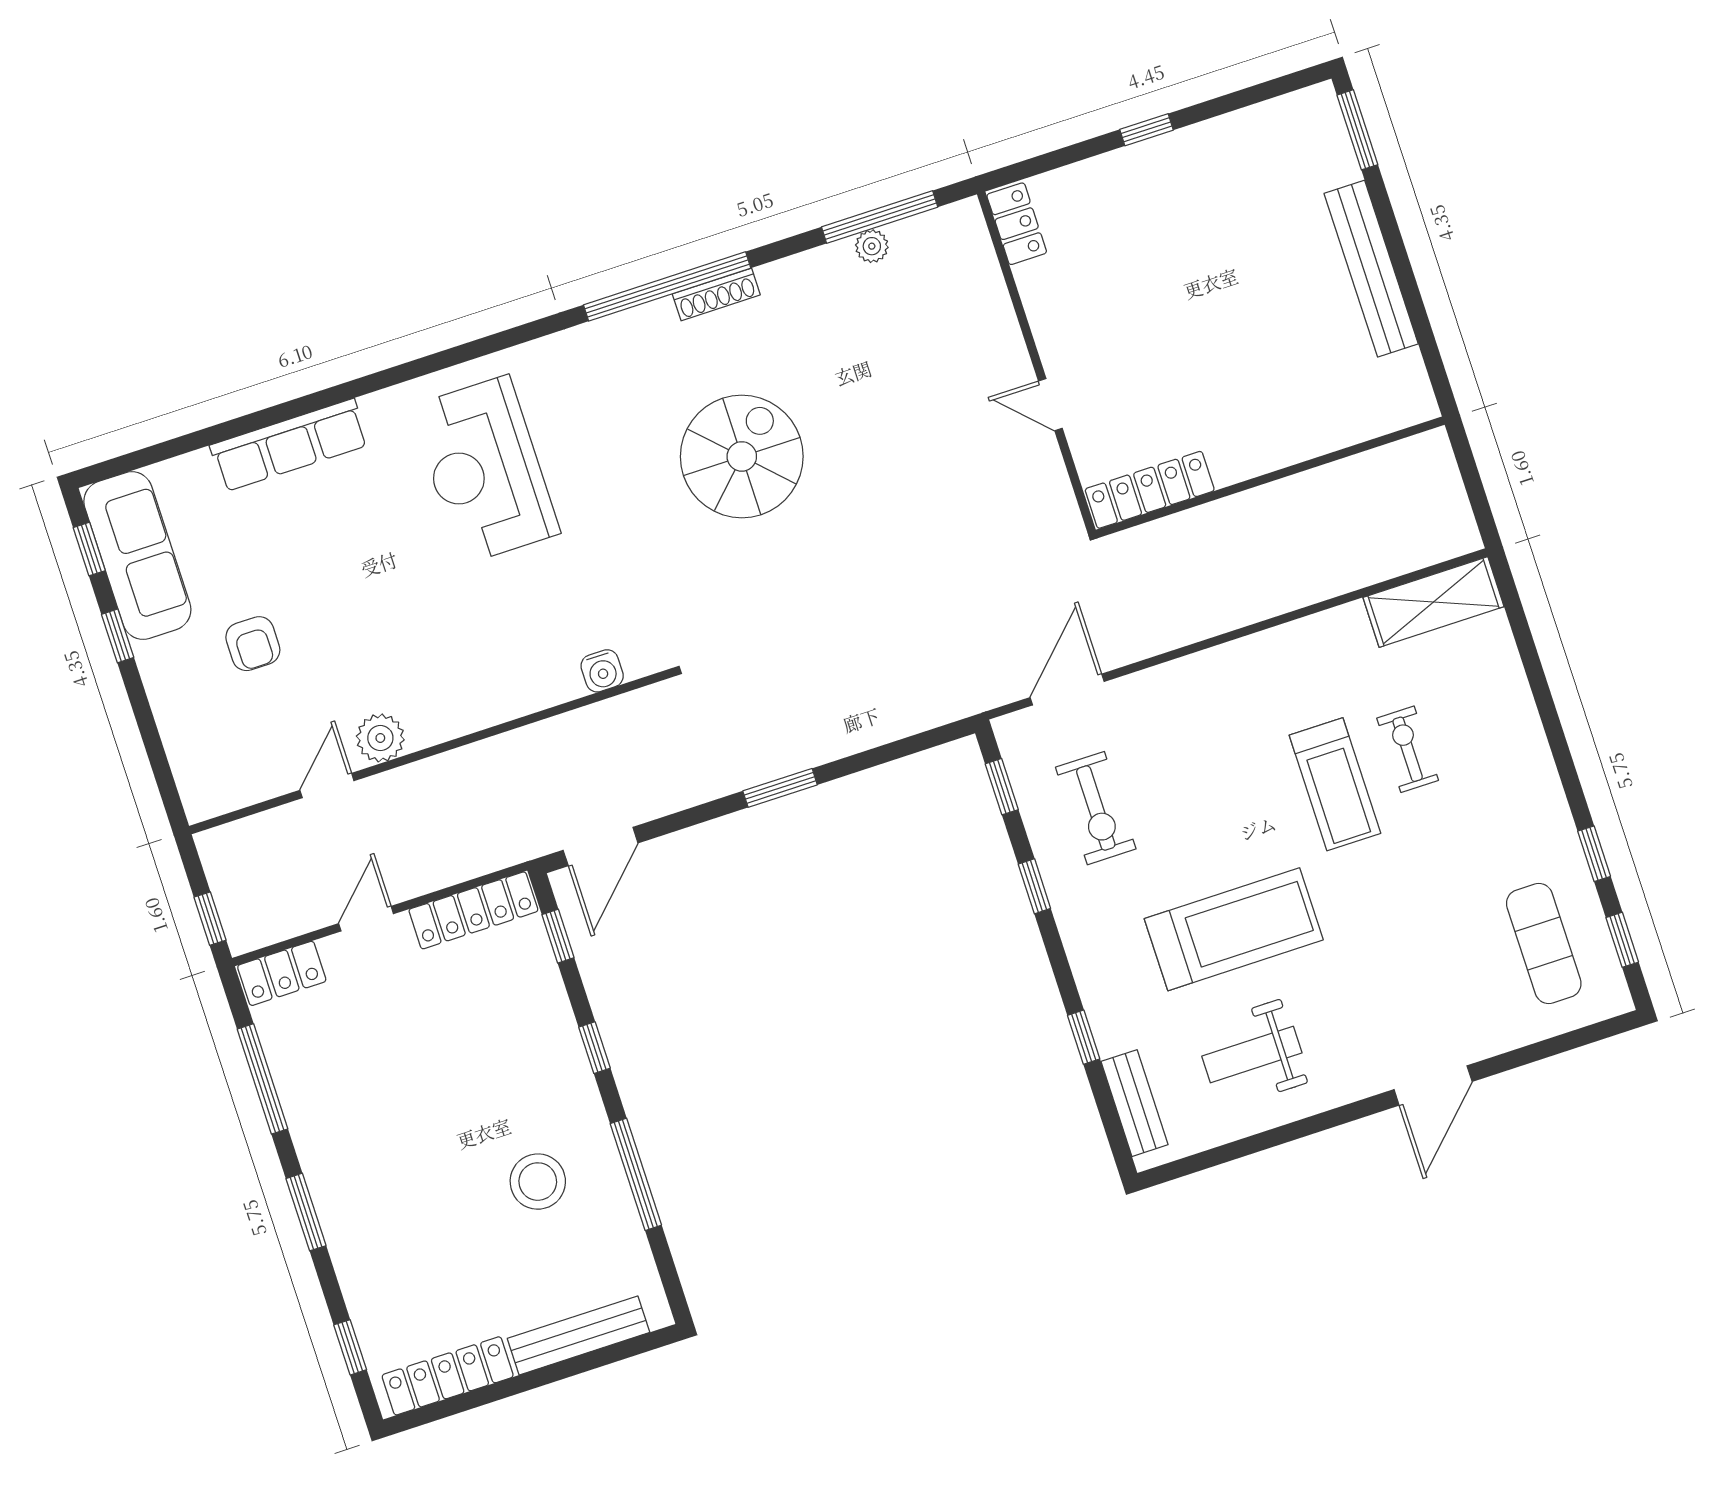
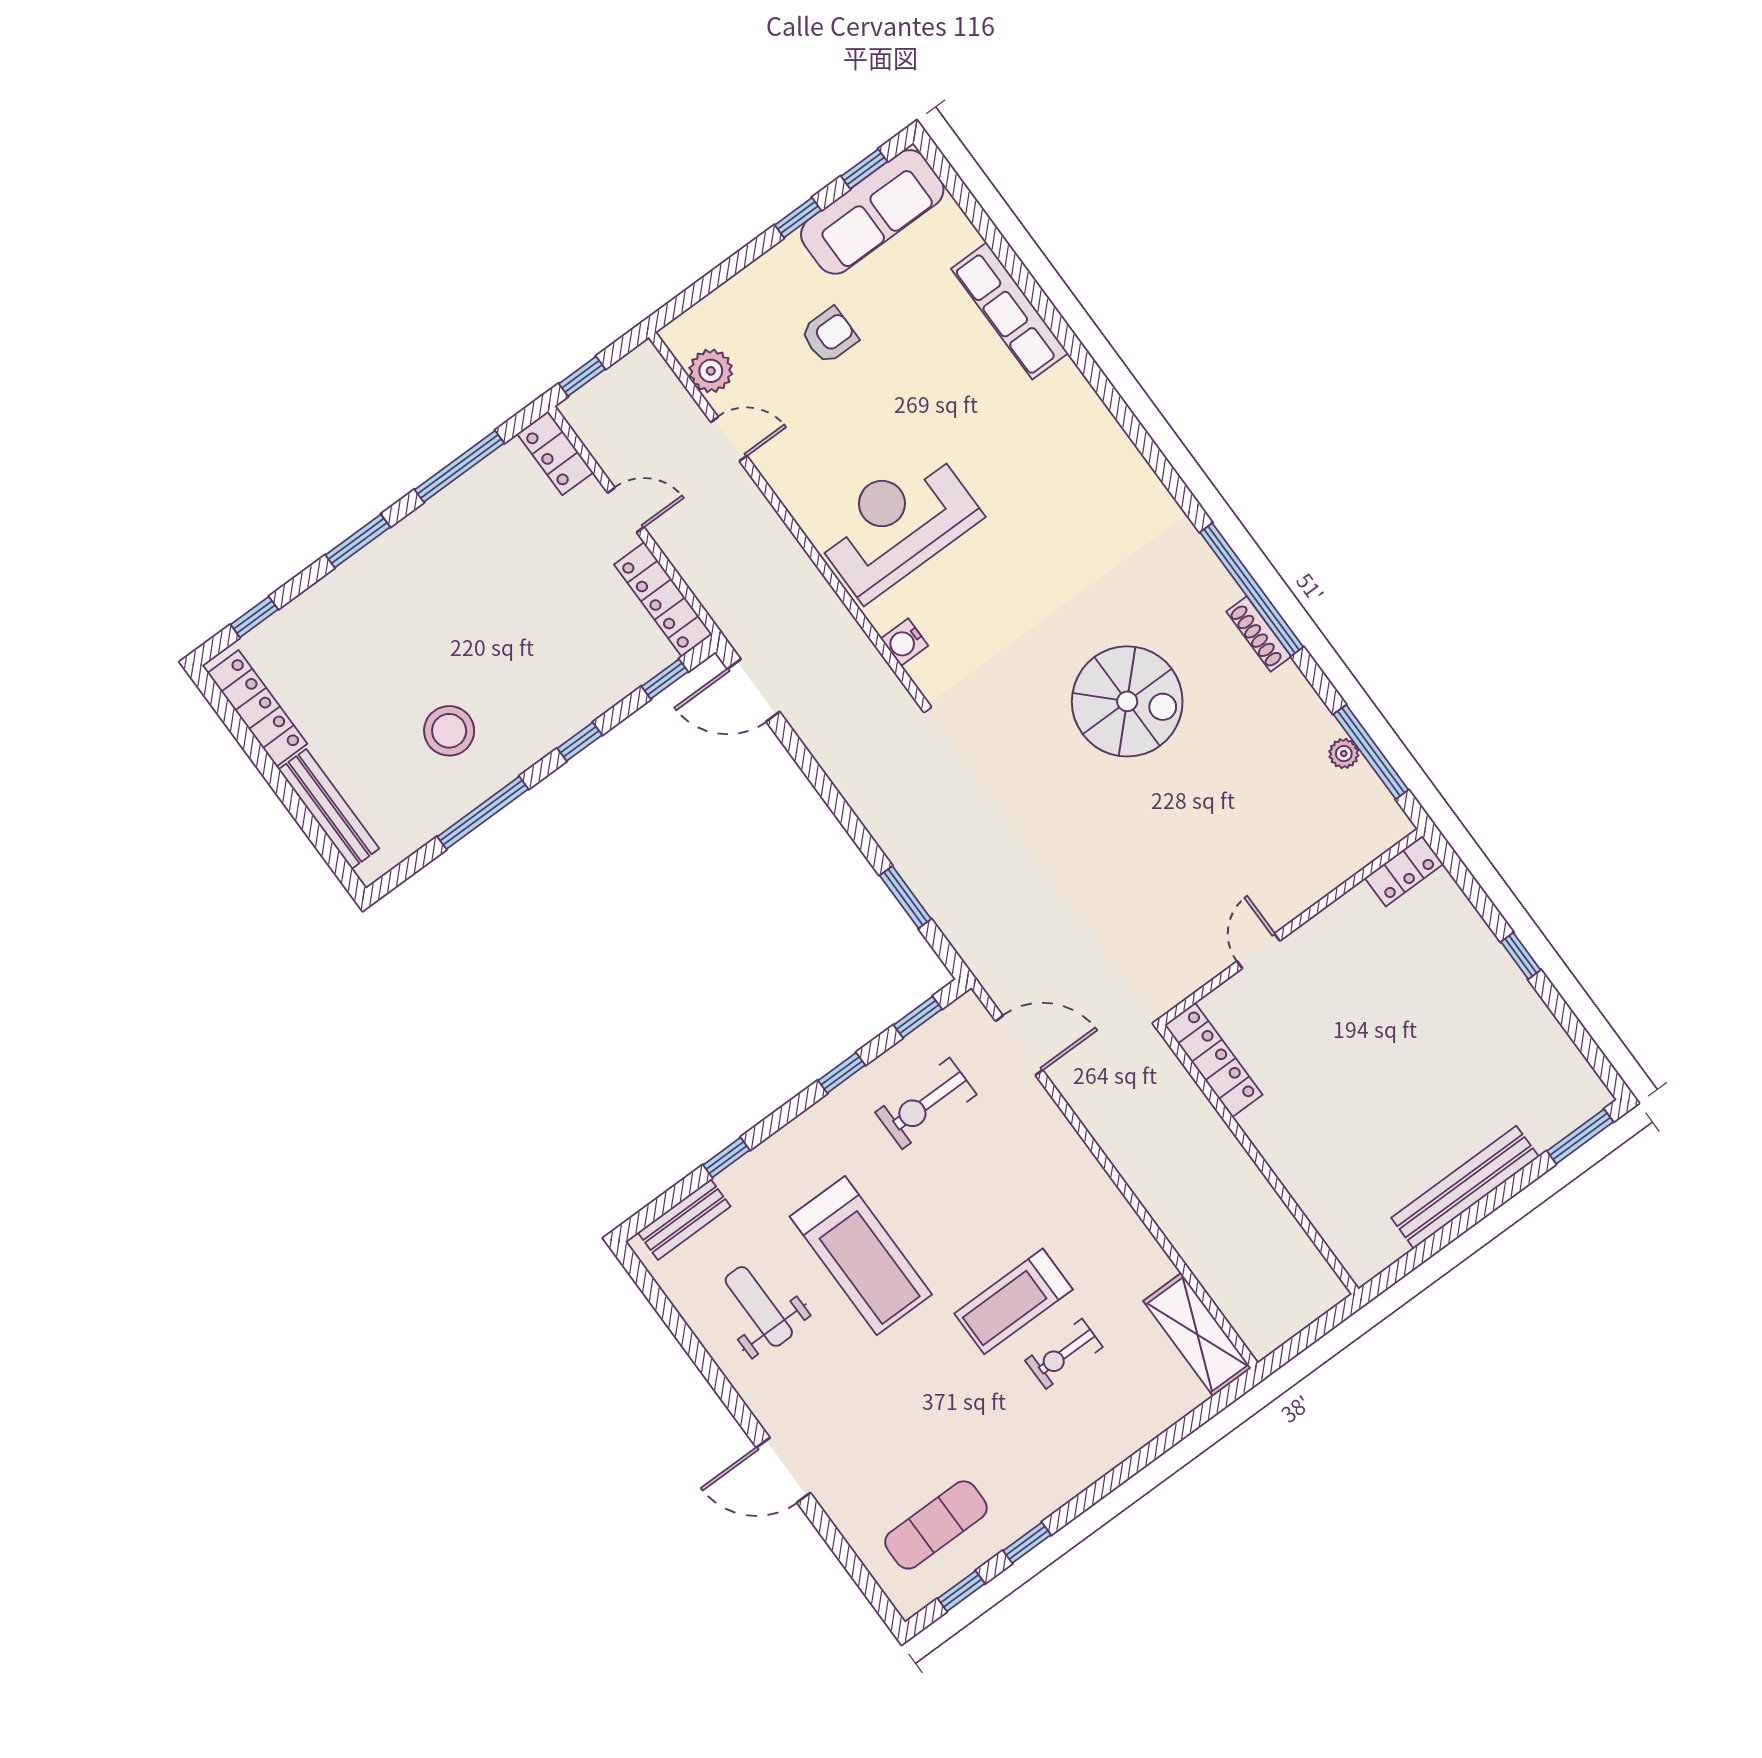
reception desk: (485, 470) -> (897, 523), moved
armchair: (253, 644) -> (829, 336), turned 180
plant: (380, 738) -> (711, 371), moved
exercise bike: (1408, 749) -> (1064, 1354), turned 180
window: (780, 788) -> (905, 897), moved

